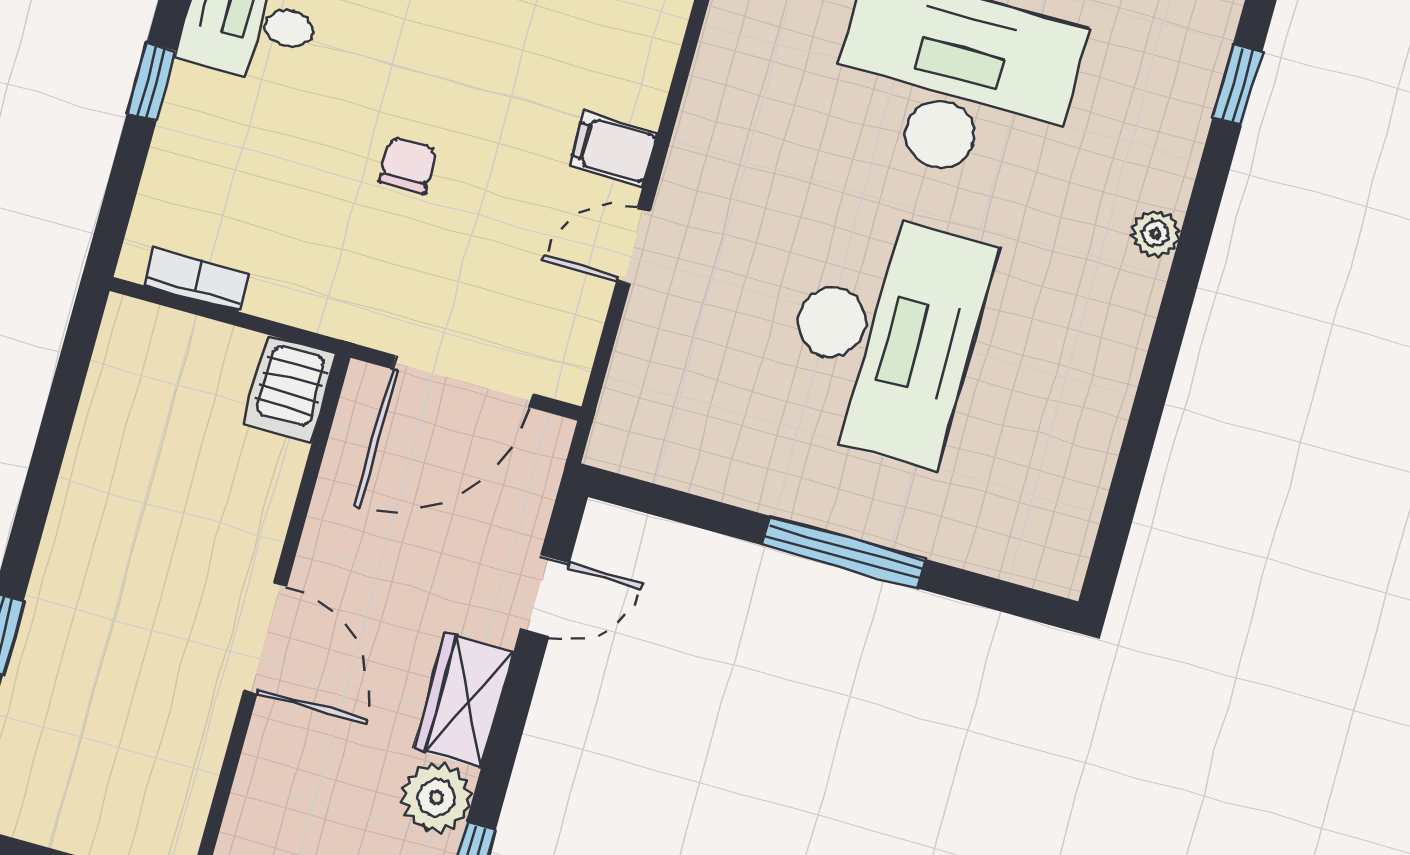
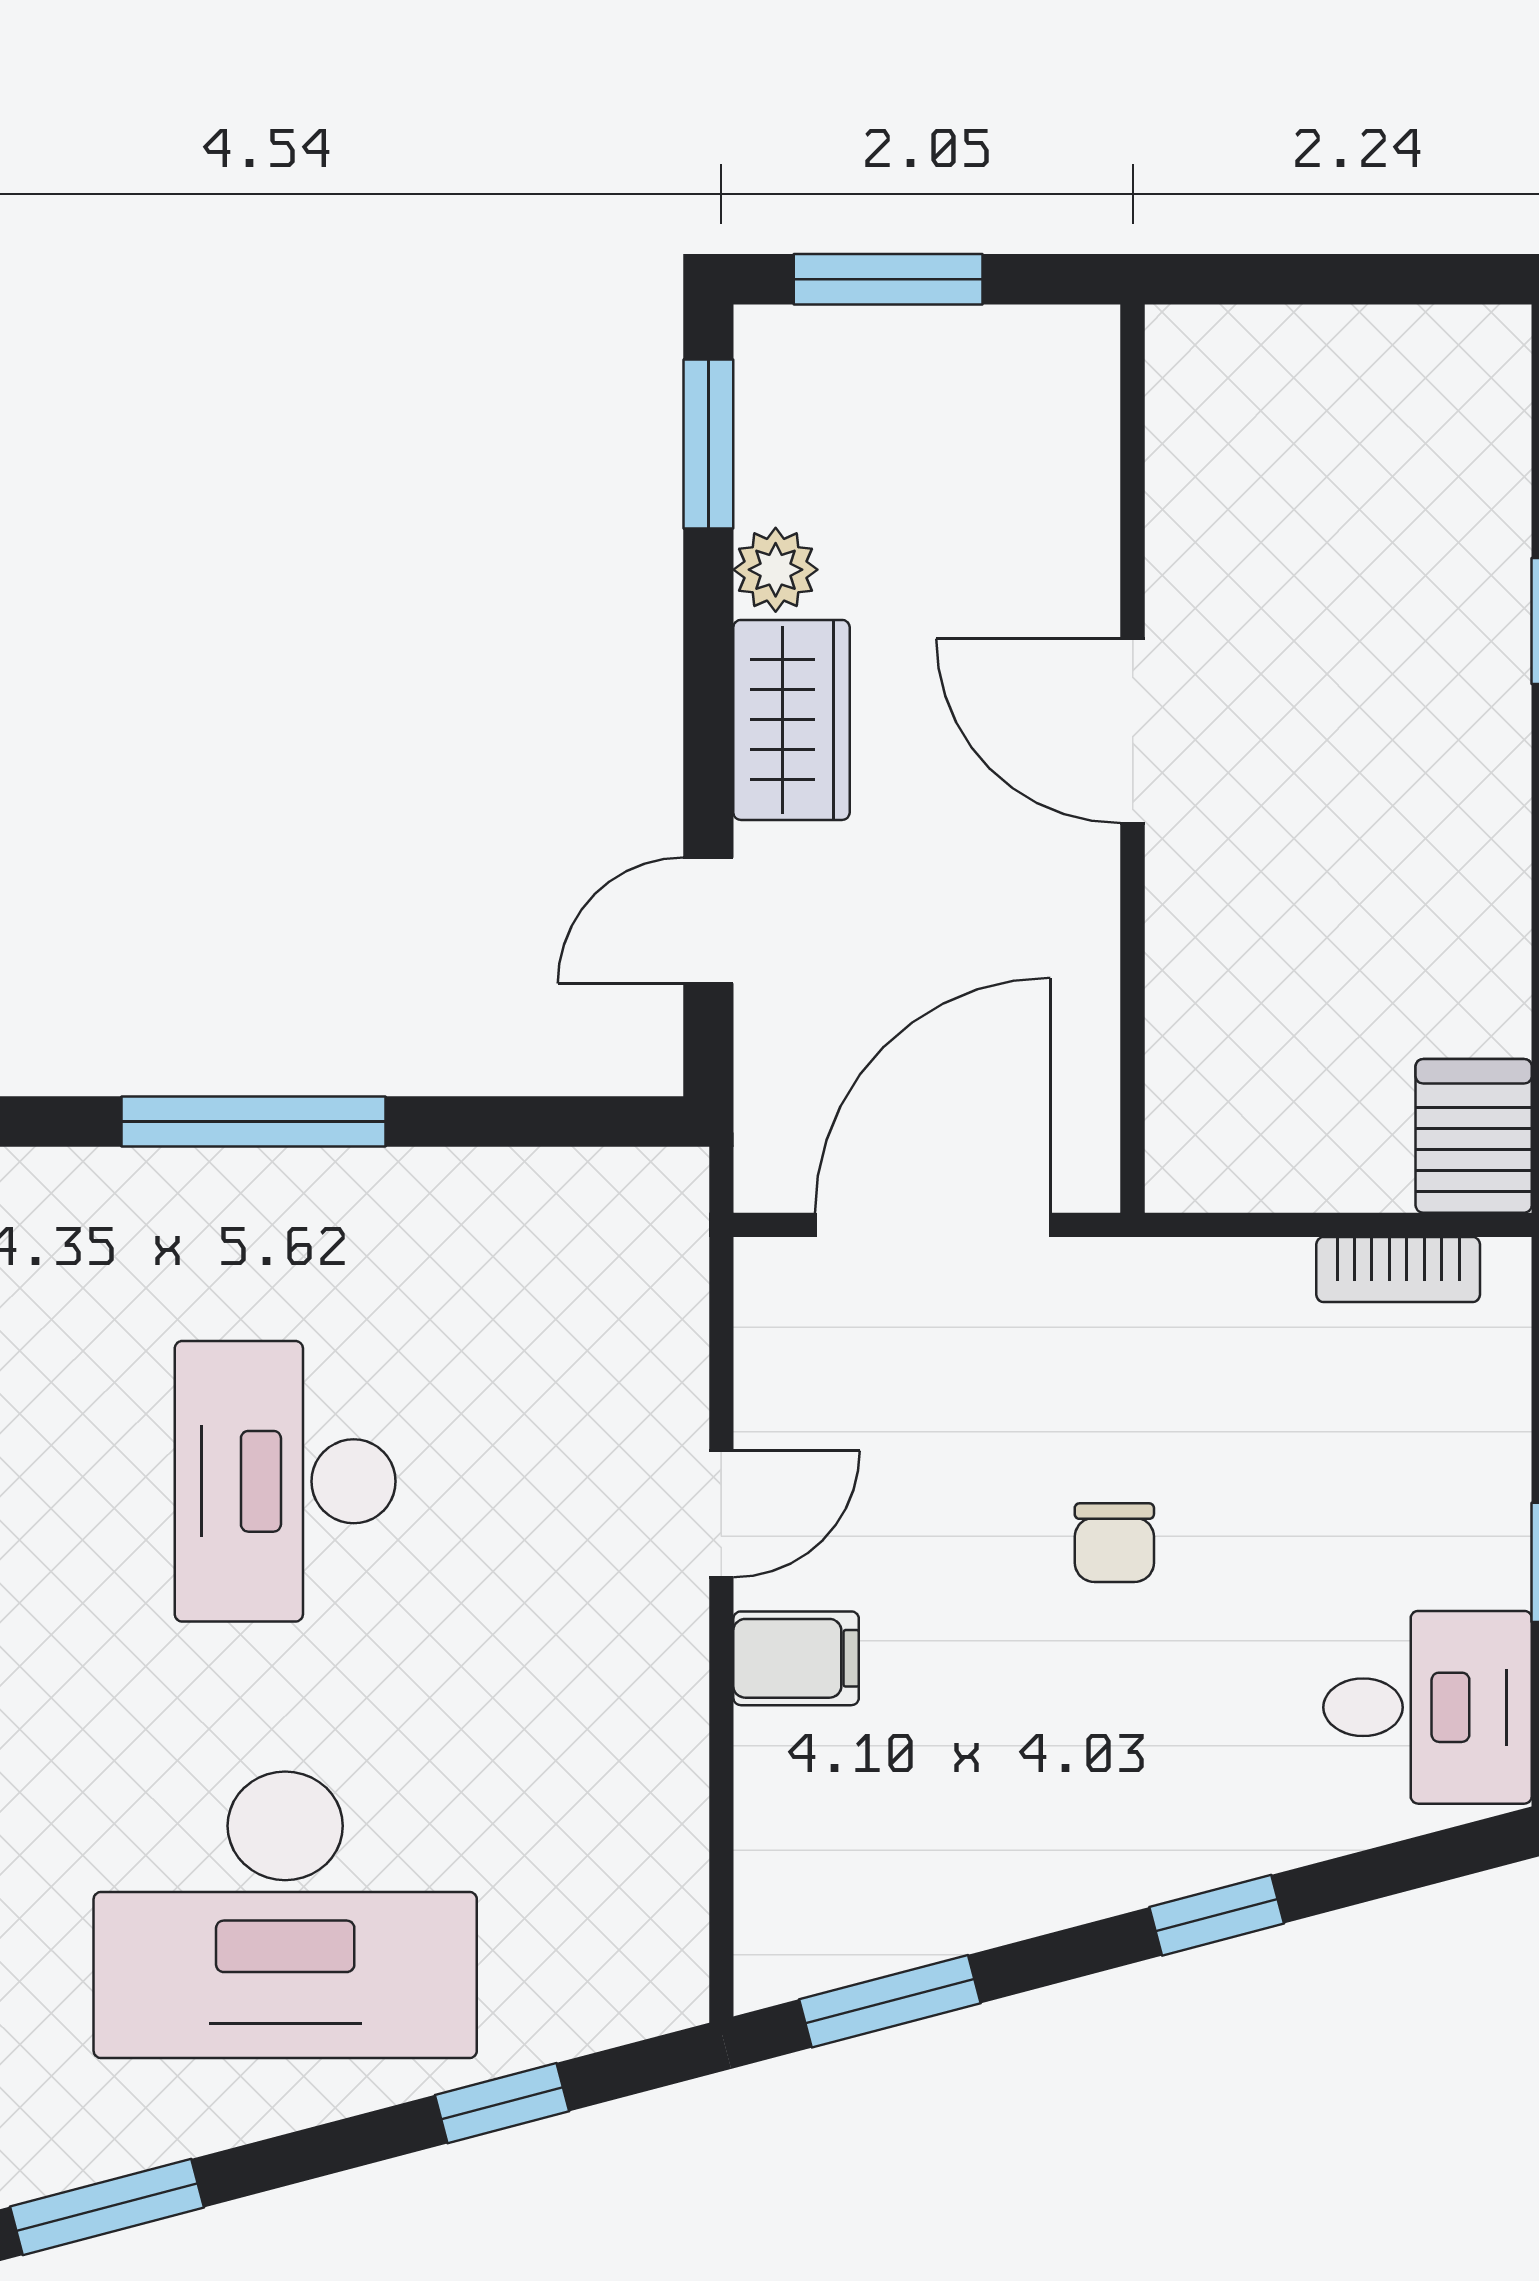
desk: (884, 336) -> (285, 1481), width x0.73, depth x0.77
server rack: (290, 390) -> (1474, 1136), moved
plant: (436, 798) -> (776, 570), width x0.73, depth x0.73

